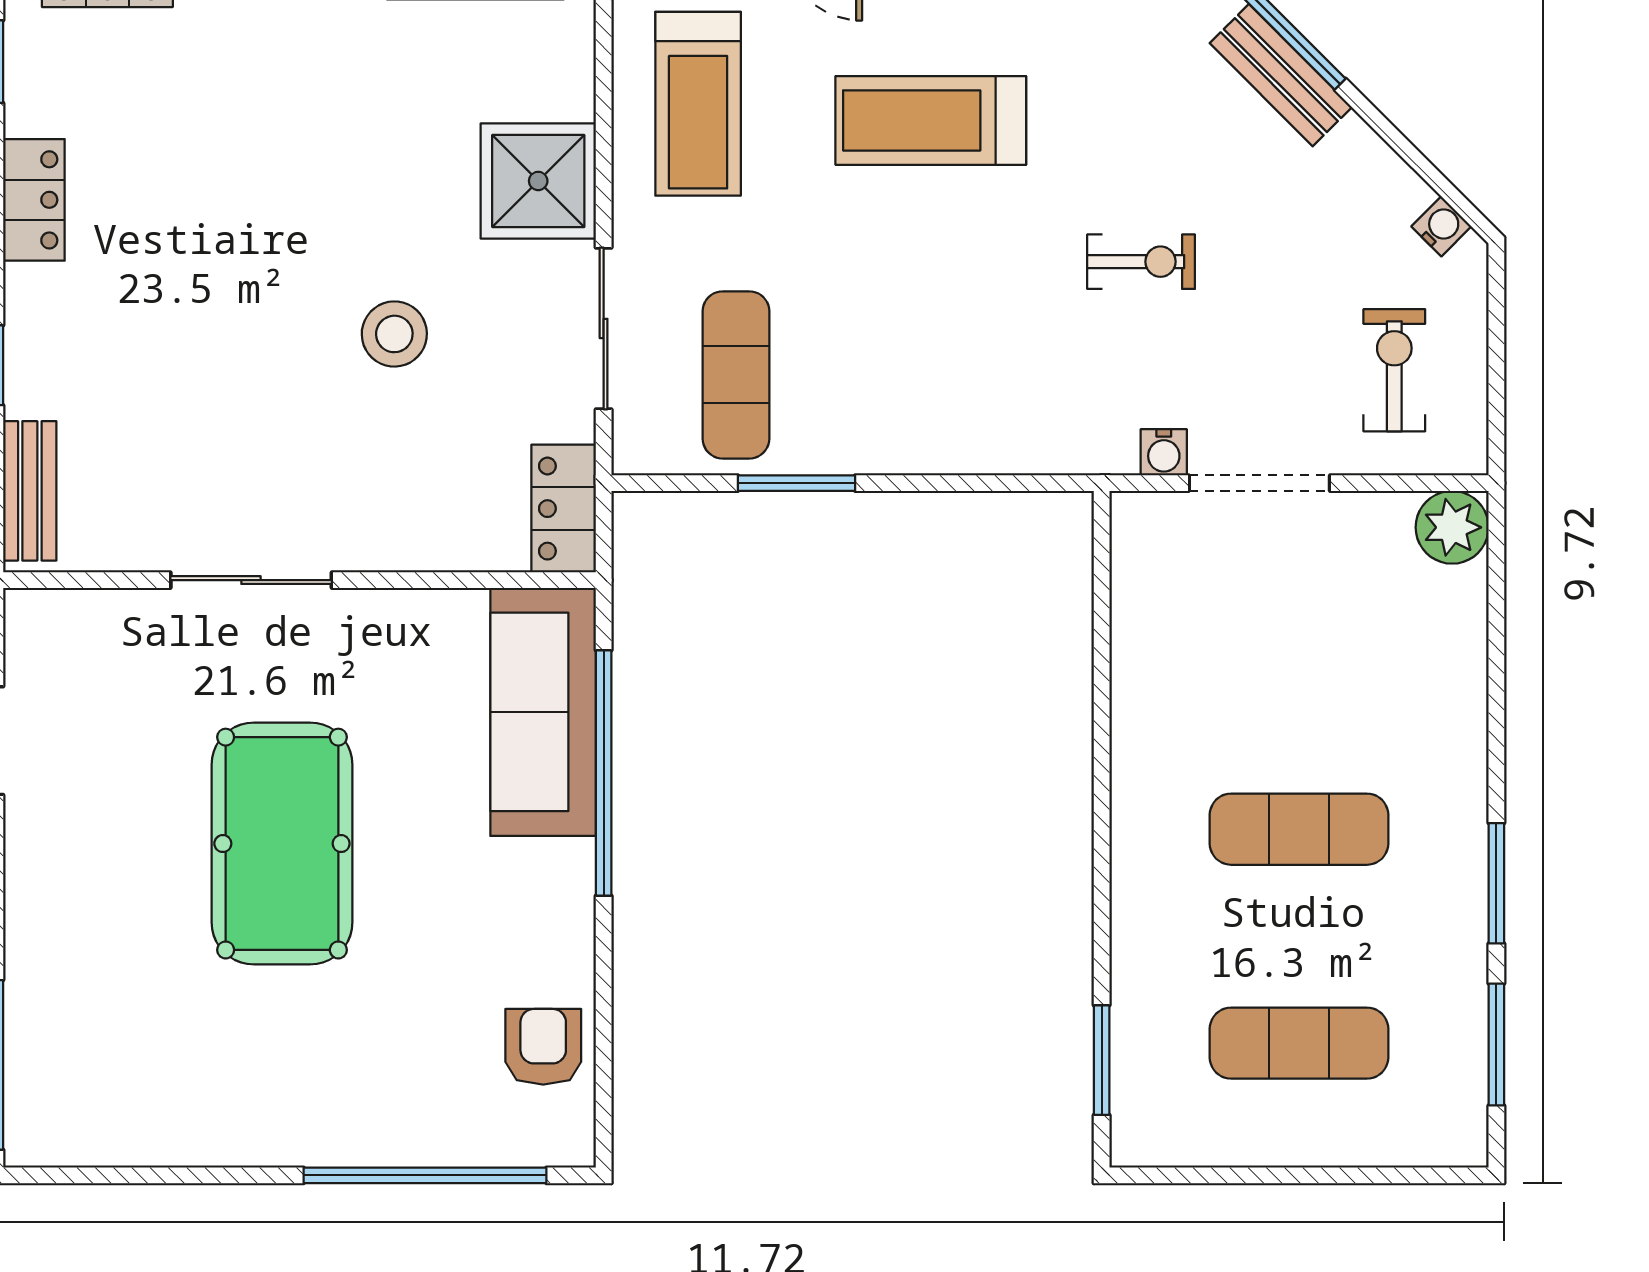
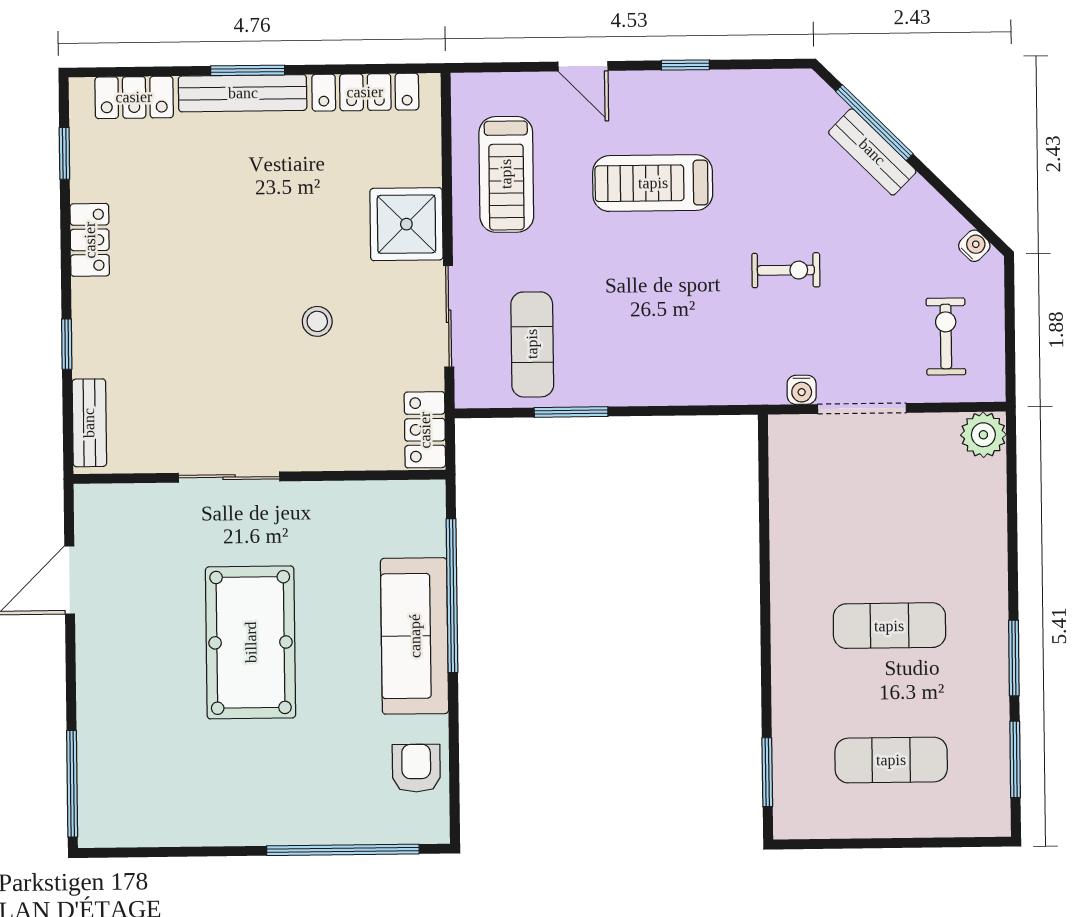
stool: (394, 334) -> (317, 321), width x0.73, depth x0.73
sofa: (543, 712) -> (415, 636), moved

